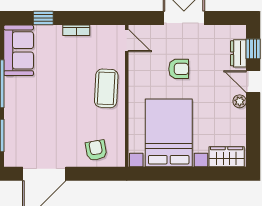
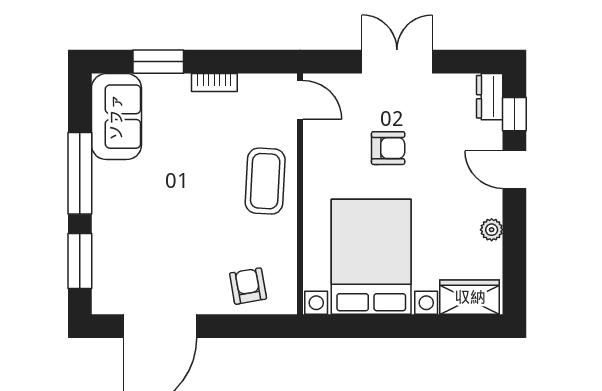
window: (43, 18) -> (158, 62), width x1.50
dresser: (238, 53) -> (490, 97), moved
plant: (240, 101) -> (492, 230), moved

